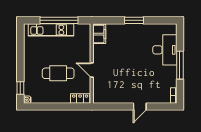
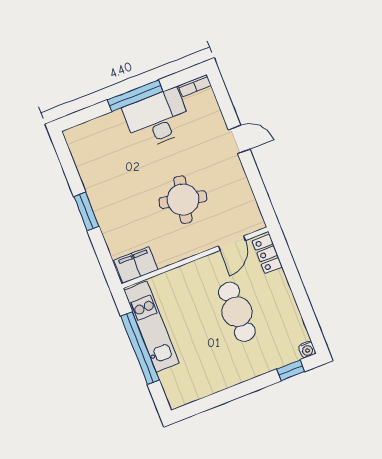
kitchen unit: (51, 30) -> (152, 327), moved
desk: (165, 50) -> (157, 119), moved
round table: (122, 69) -> (183, 200), added
door: (92, 70) -> (232, 243), moved

